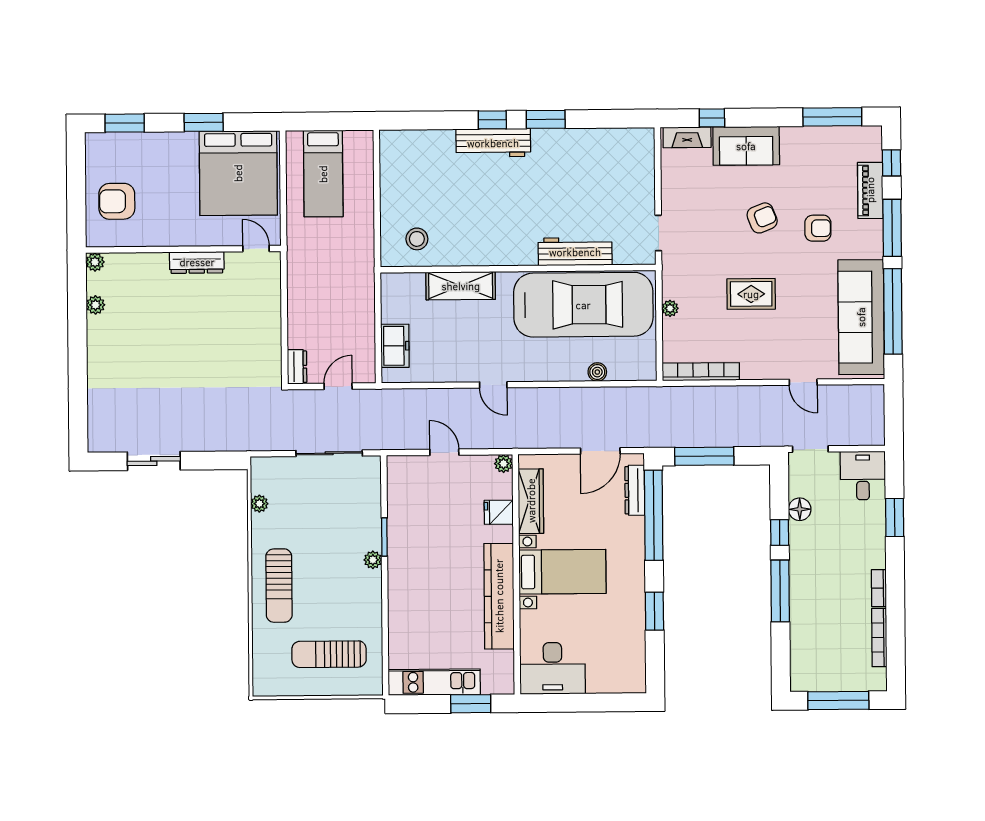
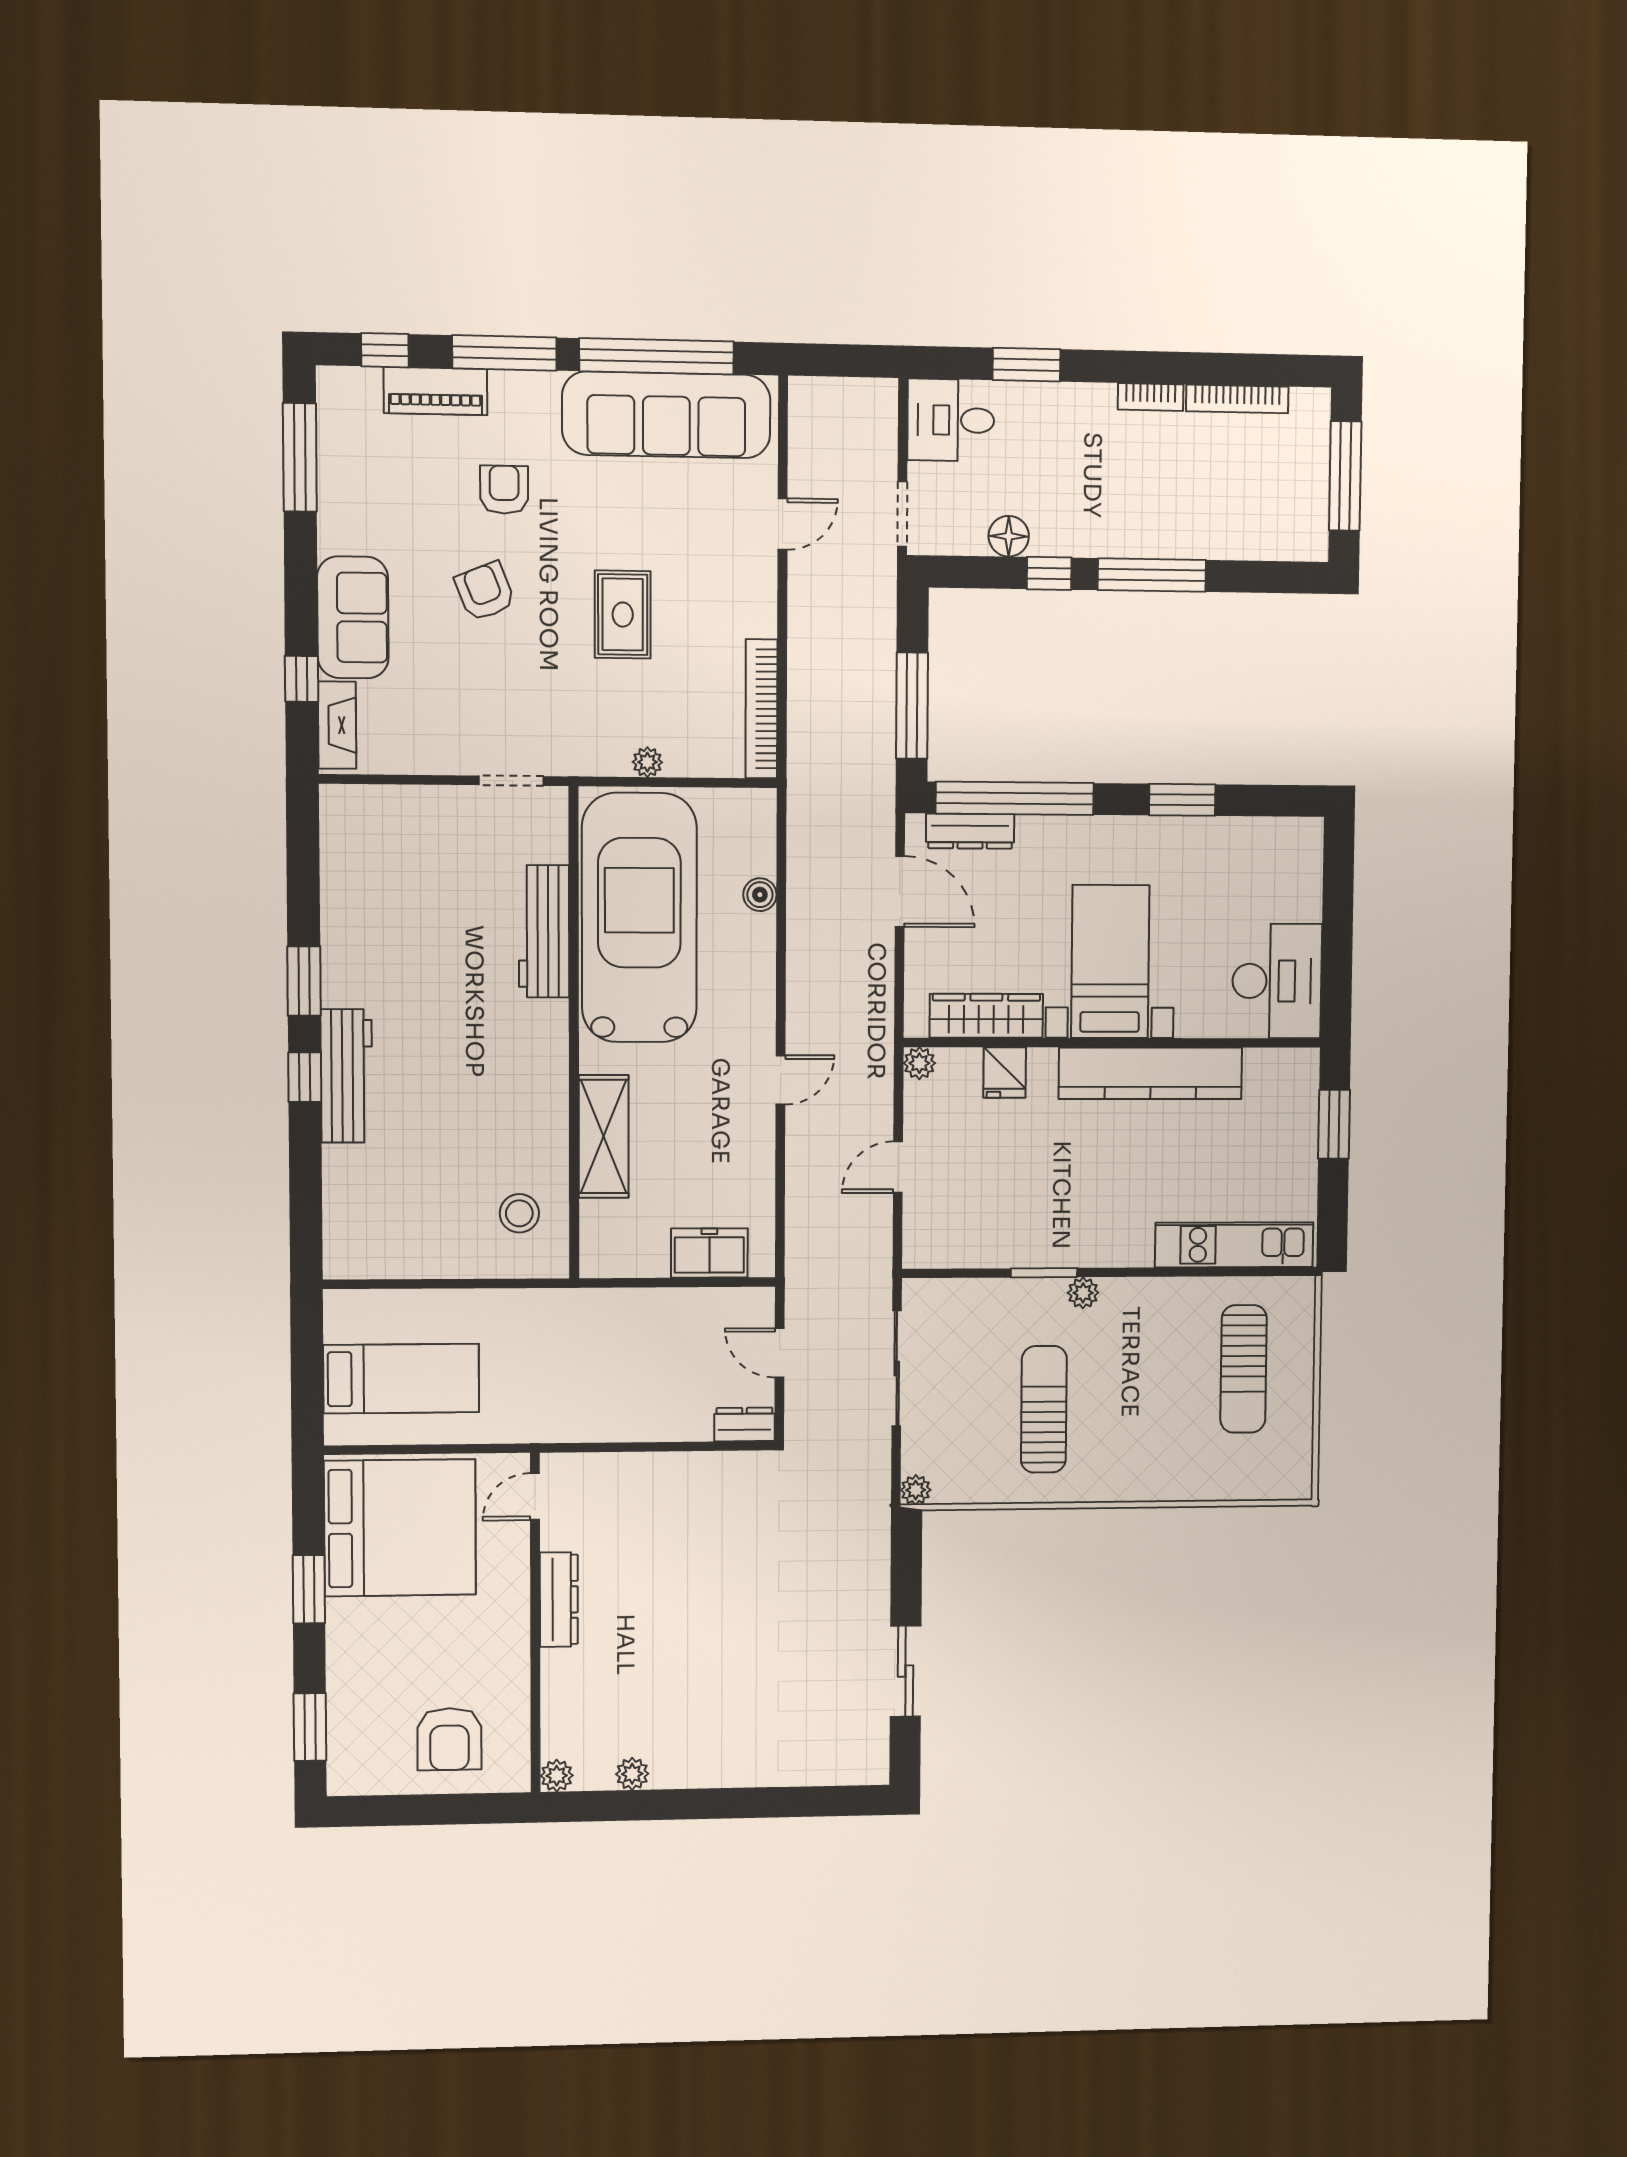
plant: (259, 504) -> (916, 1490), moved
sun lounger: (279, 586) -> (1044, 1409), moved, turned -90
kitchen unit: (434, 682) -> (1234, 1245), moved, turned 90

